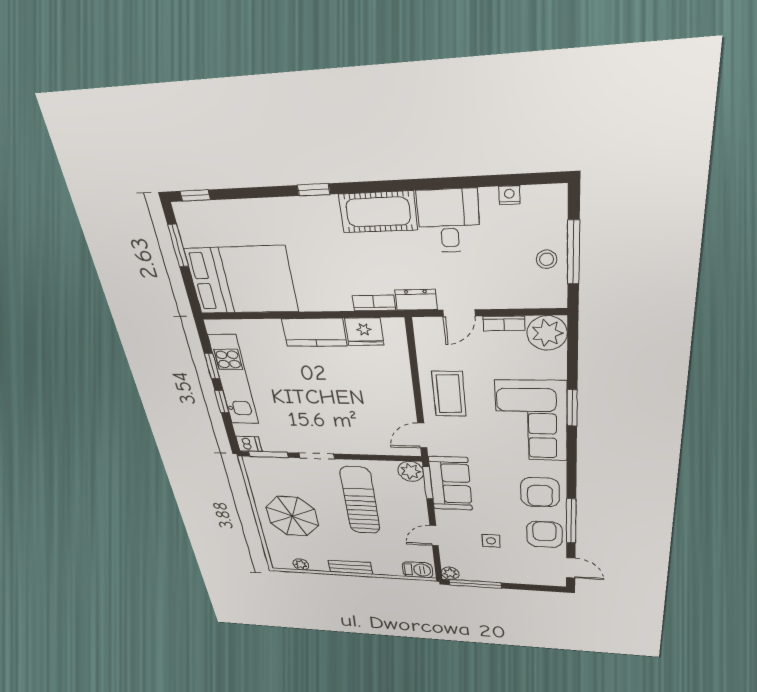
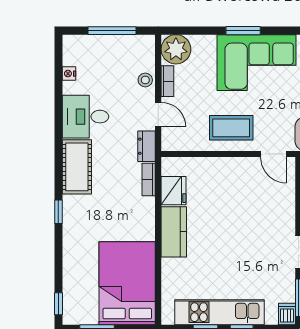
stool: (547, 259) -> (145, 80), moved

